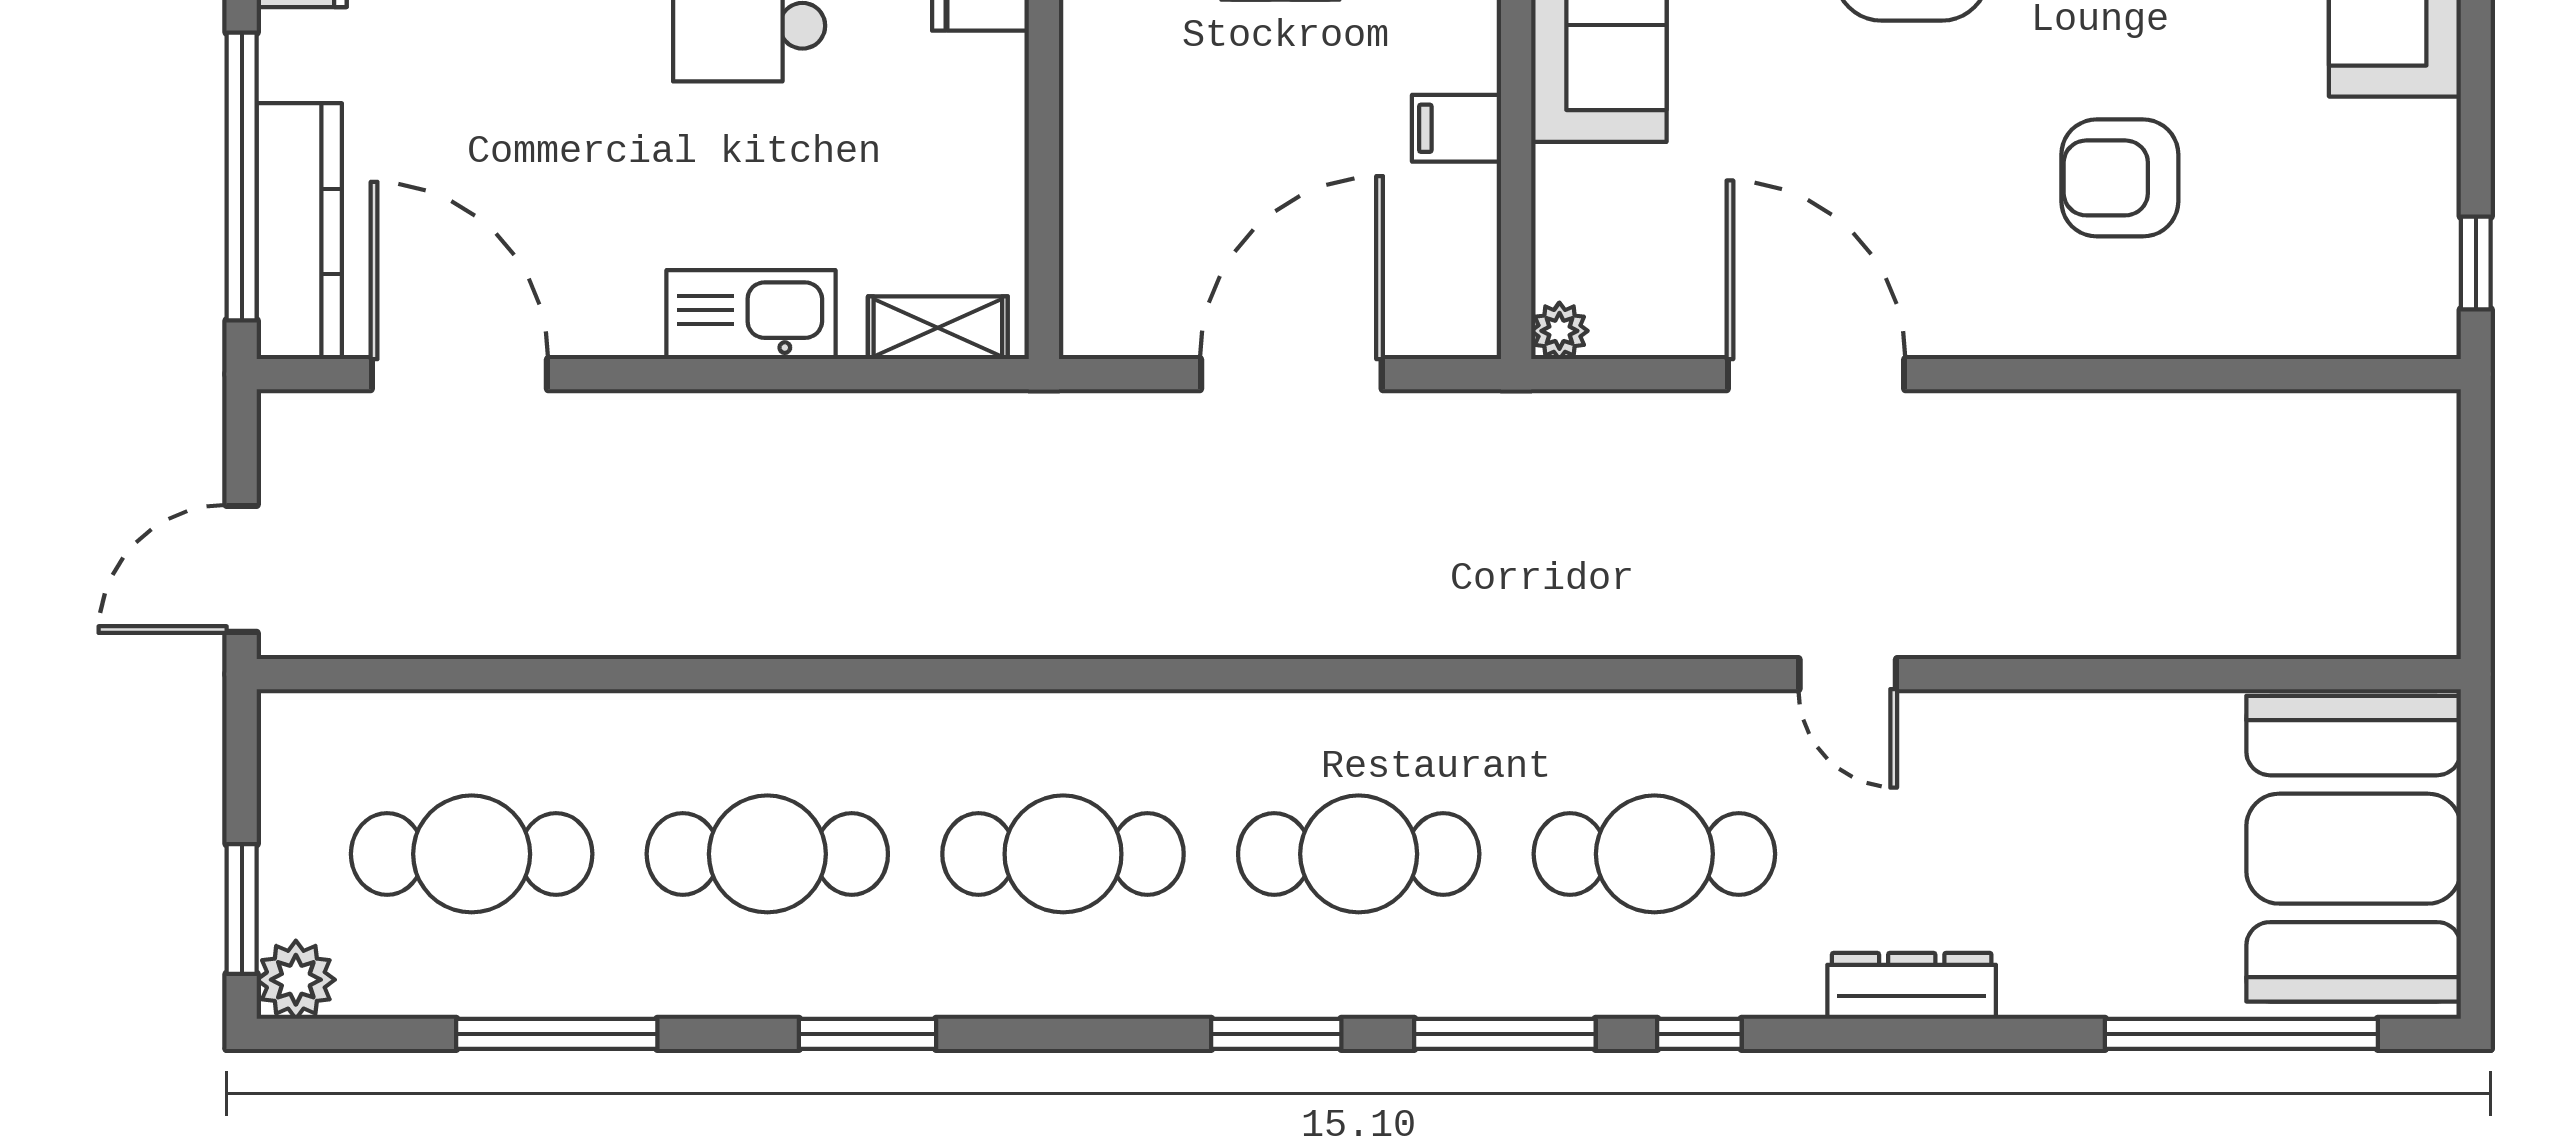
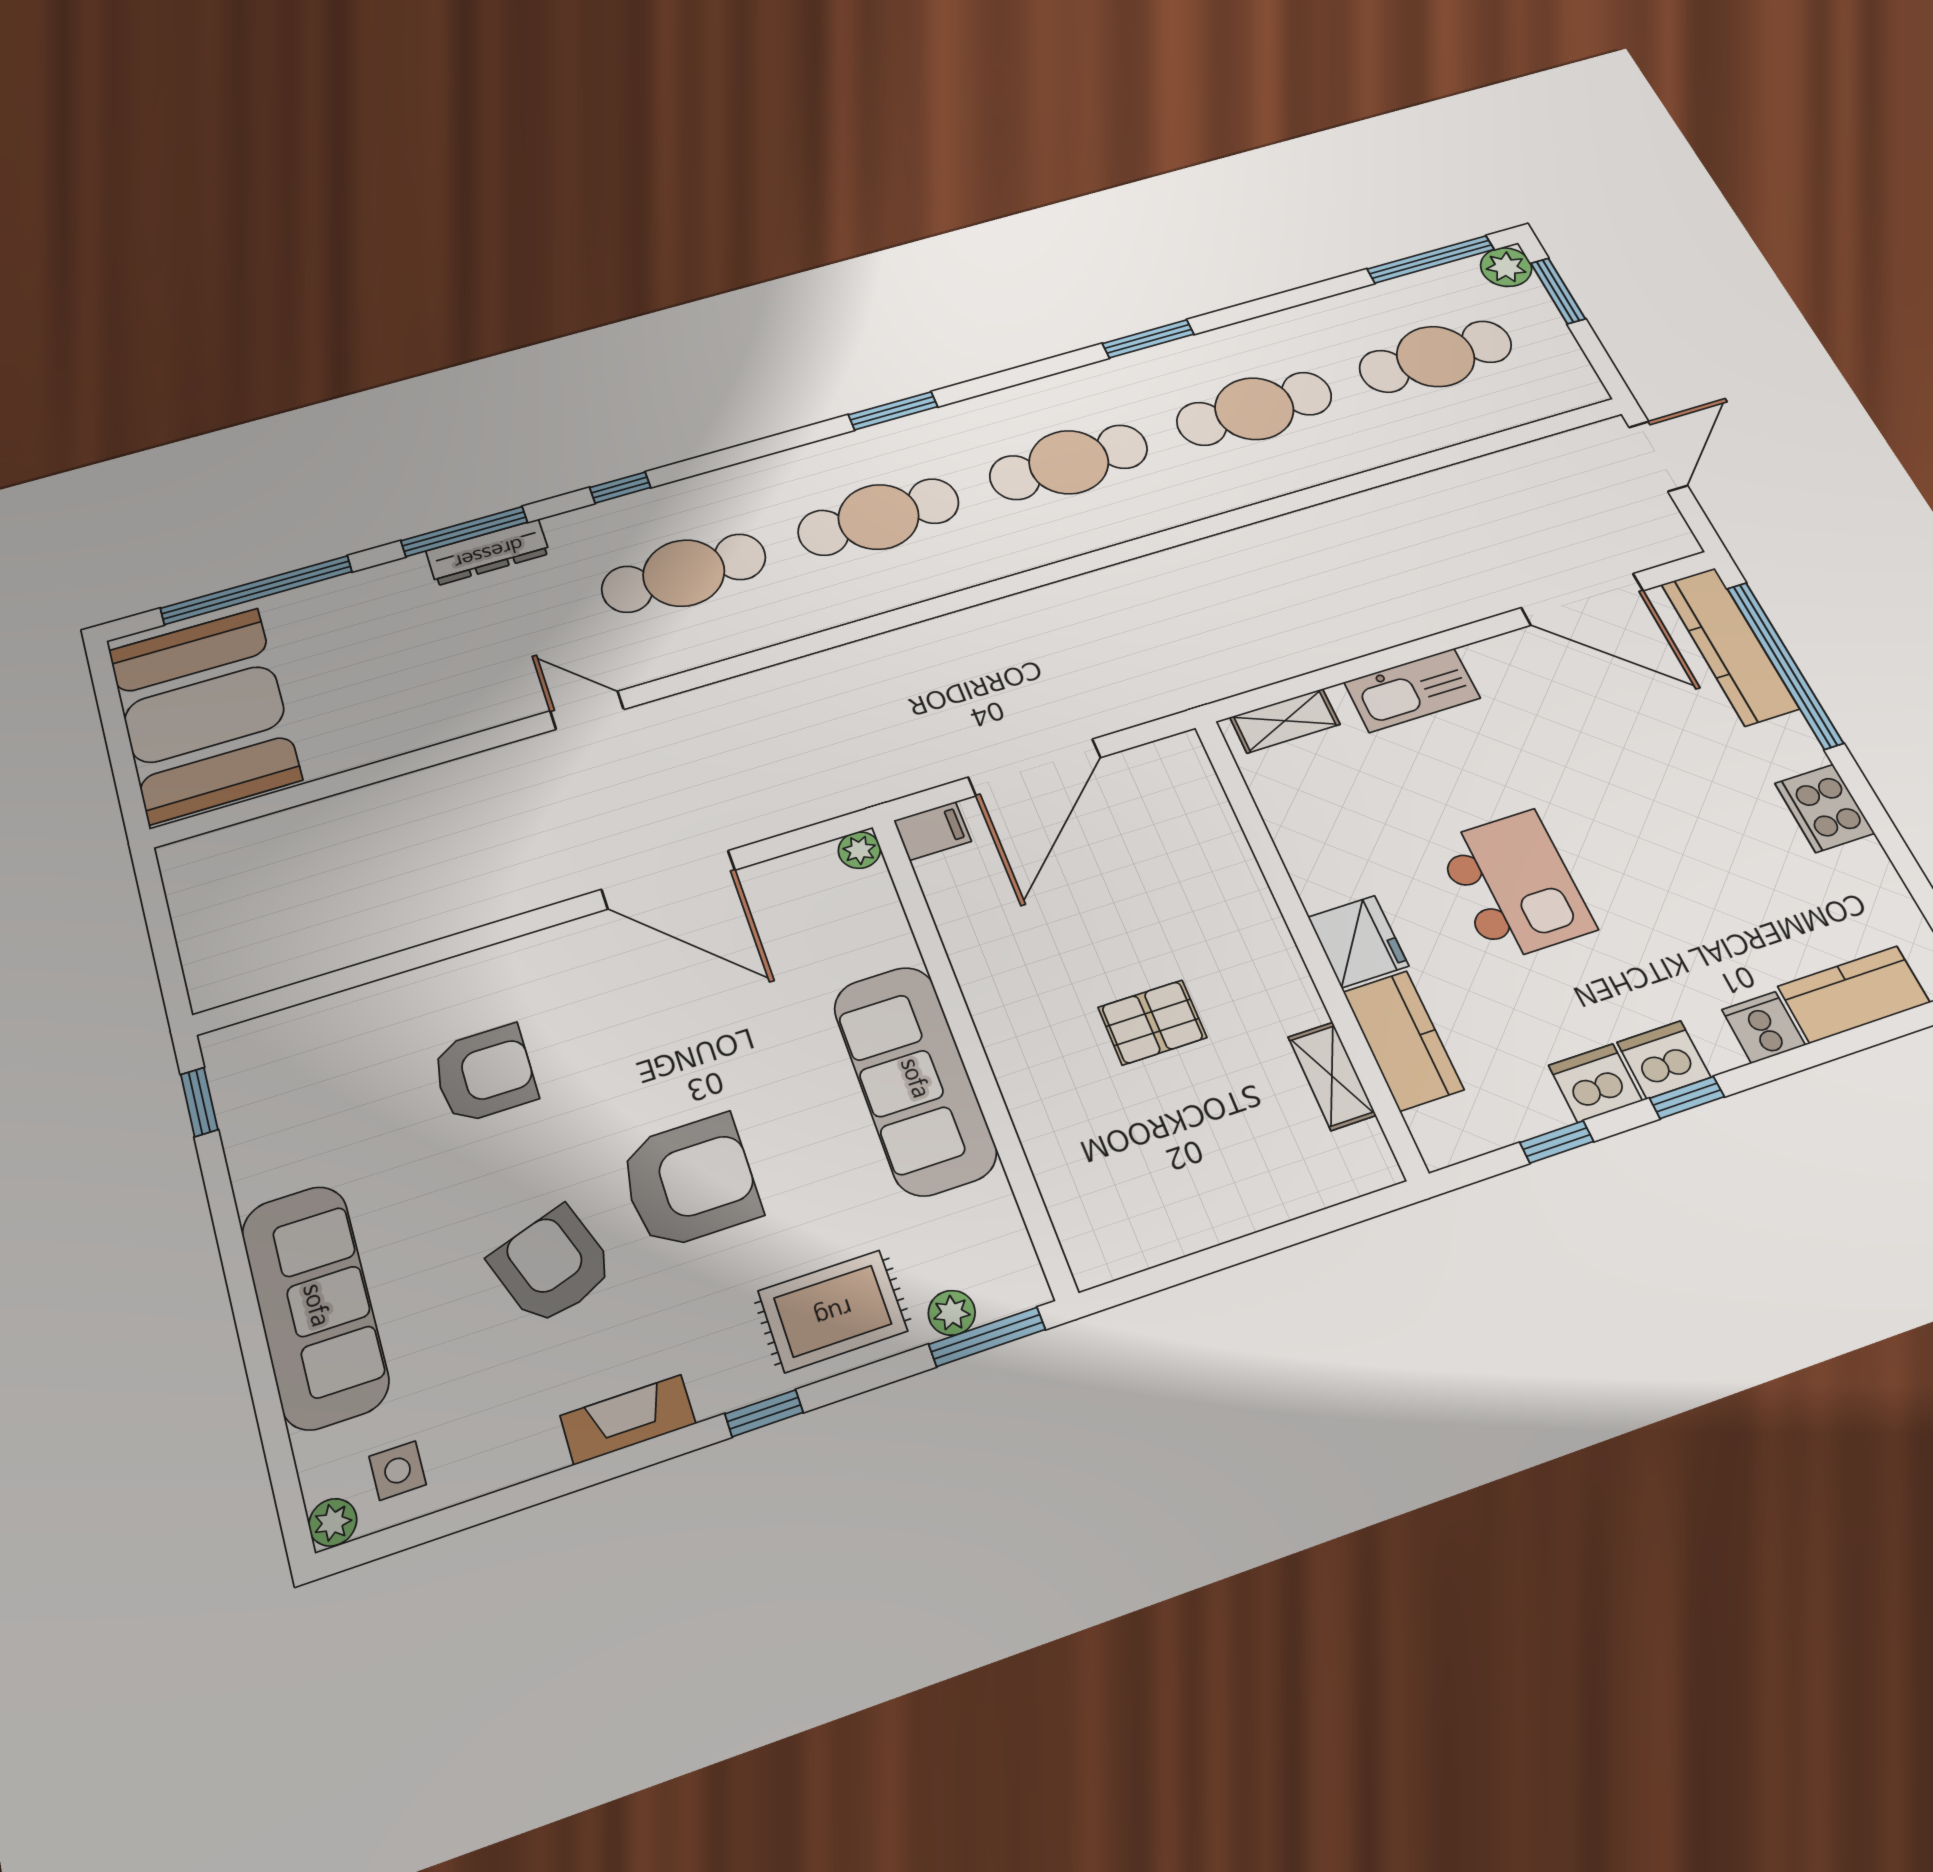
filing cabinet: (1457, 128) -> (932, 831), moved
window: (557, 1034) -> (1431, 259), moved
window: (1505, 1034) -> (464, 531), moved

